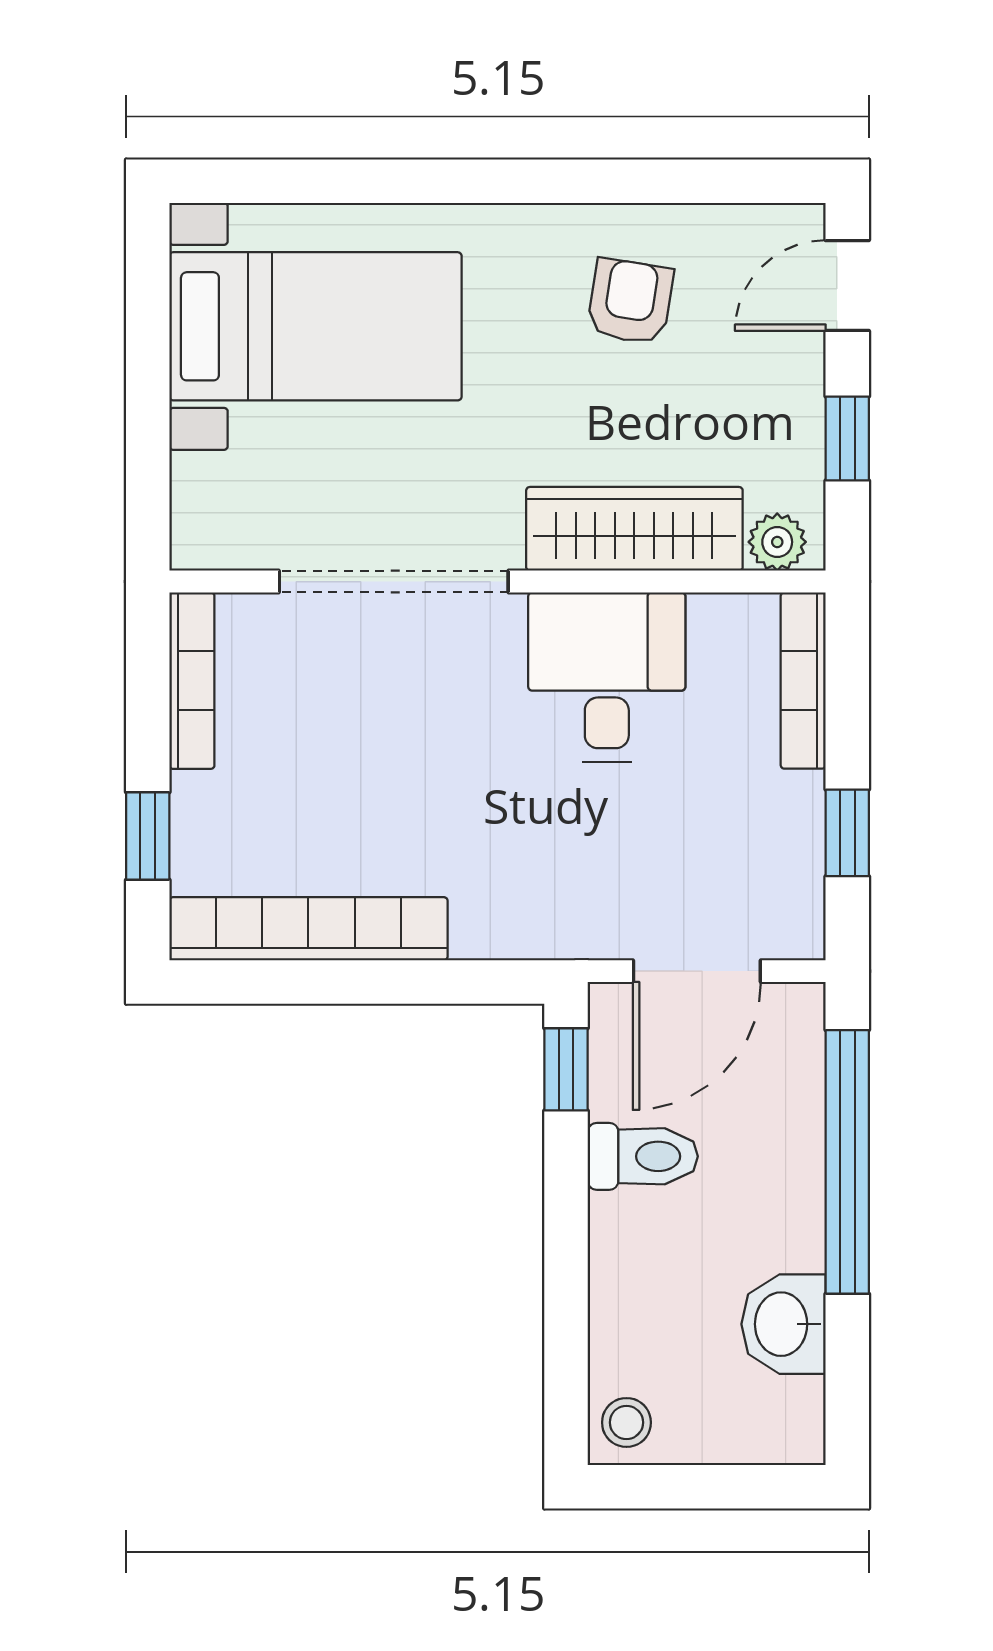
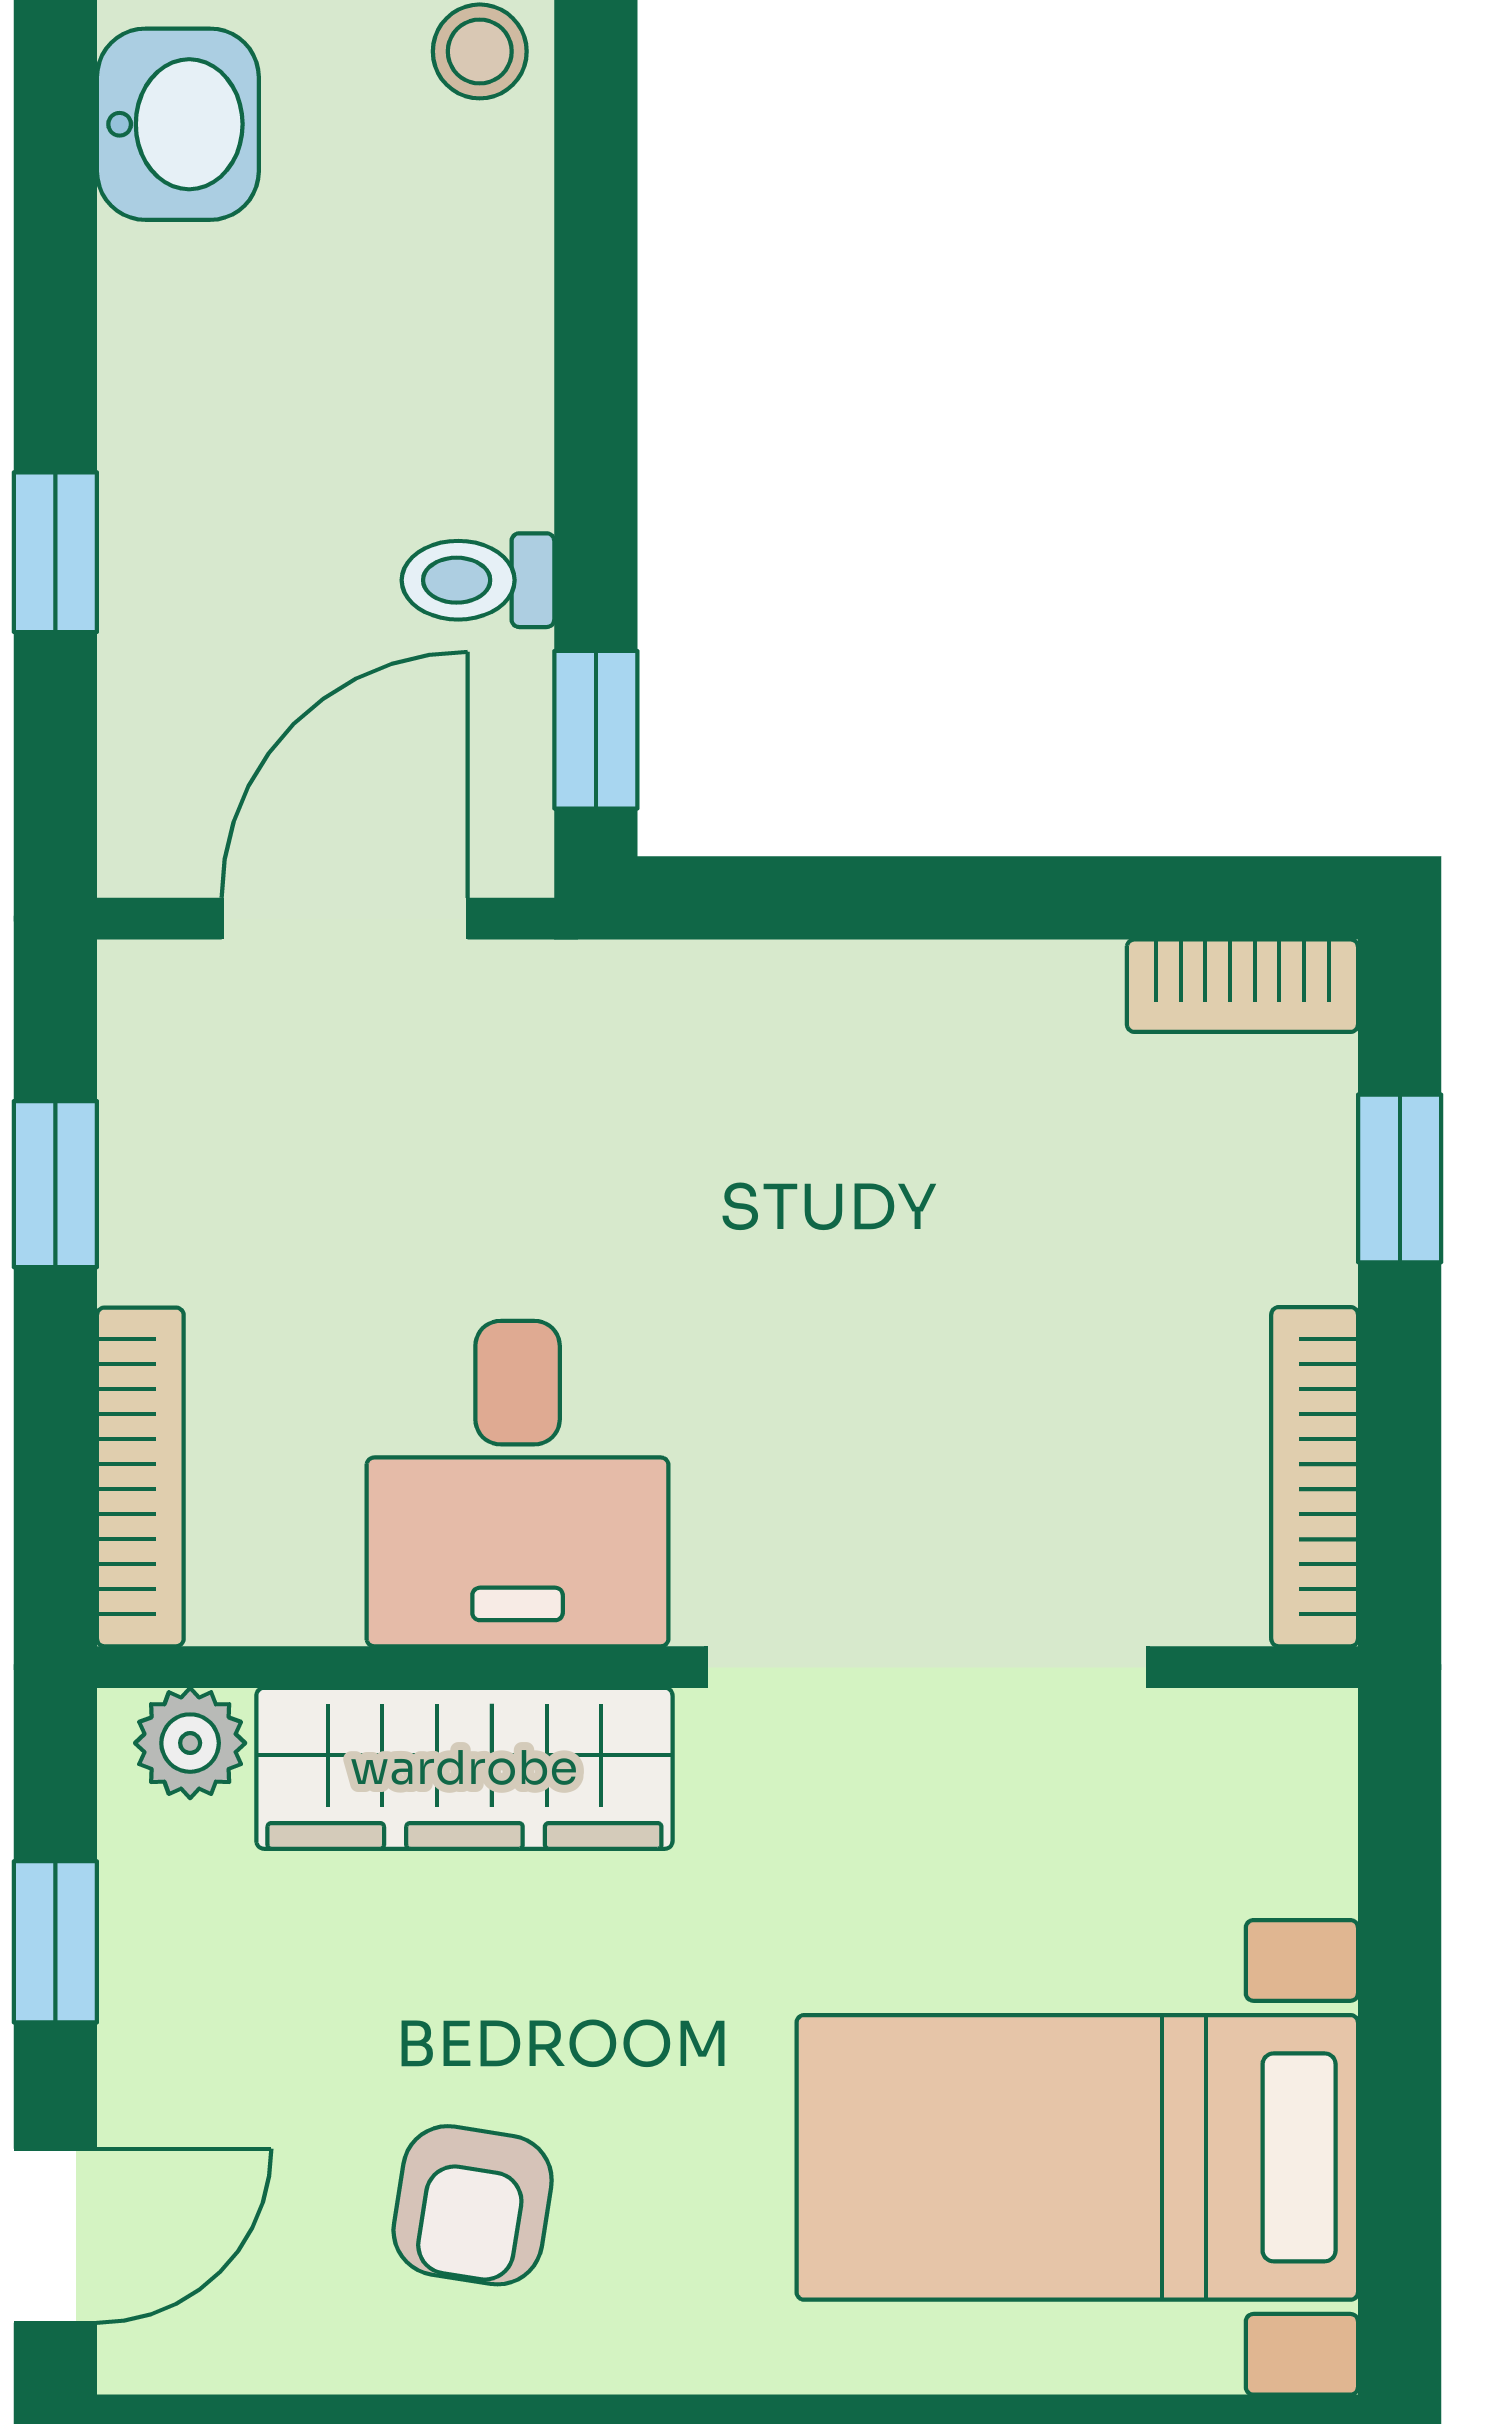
bookcase: (308, 929) -> (1242, 986), width x0.43, depth x0.76
toilet: (643, 1156) -> (478, 580), width x0.73, depth x0.72
window: (847, 1162) -> (55, 552), width x0.32
washbasin: (784, 1324) -> (178, 124), moved

